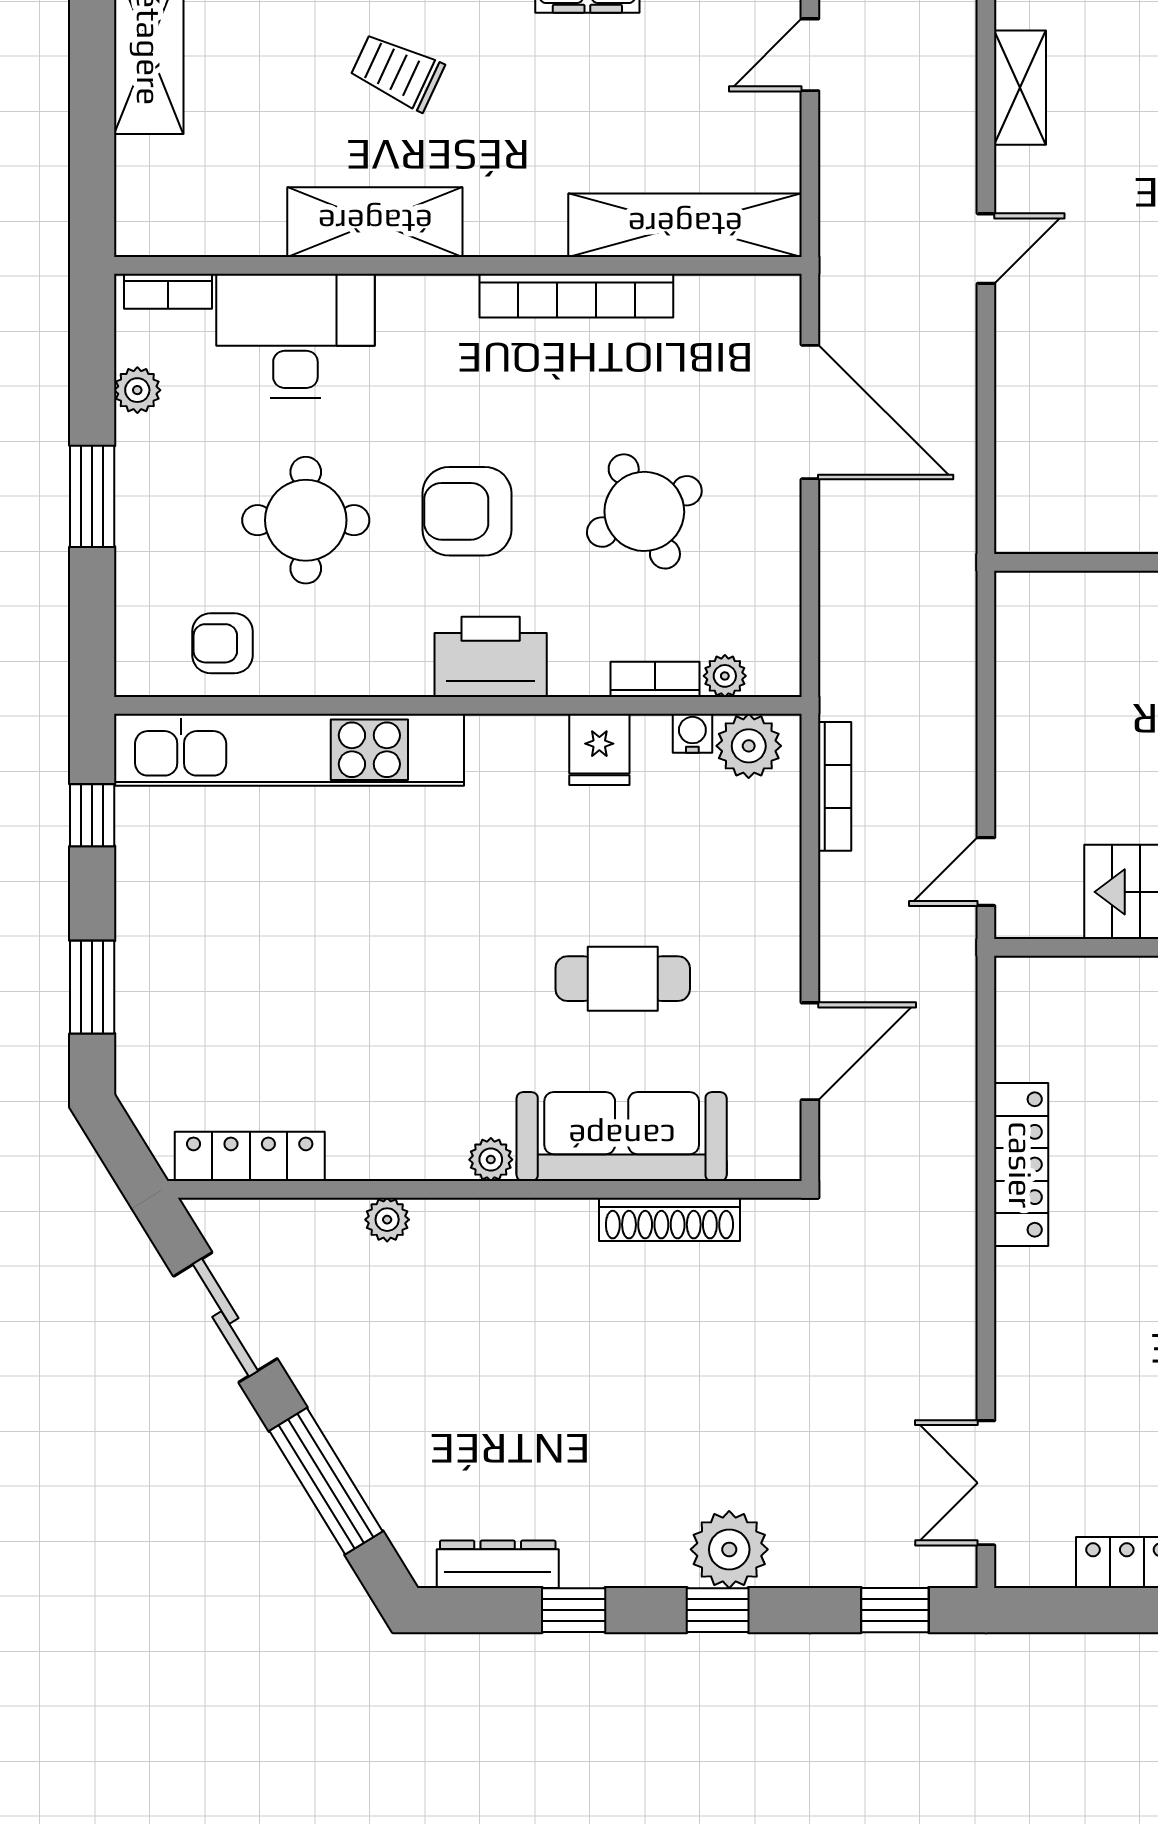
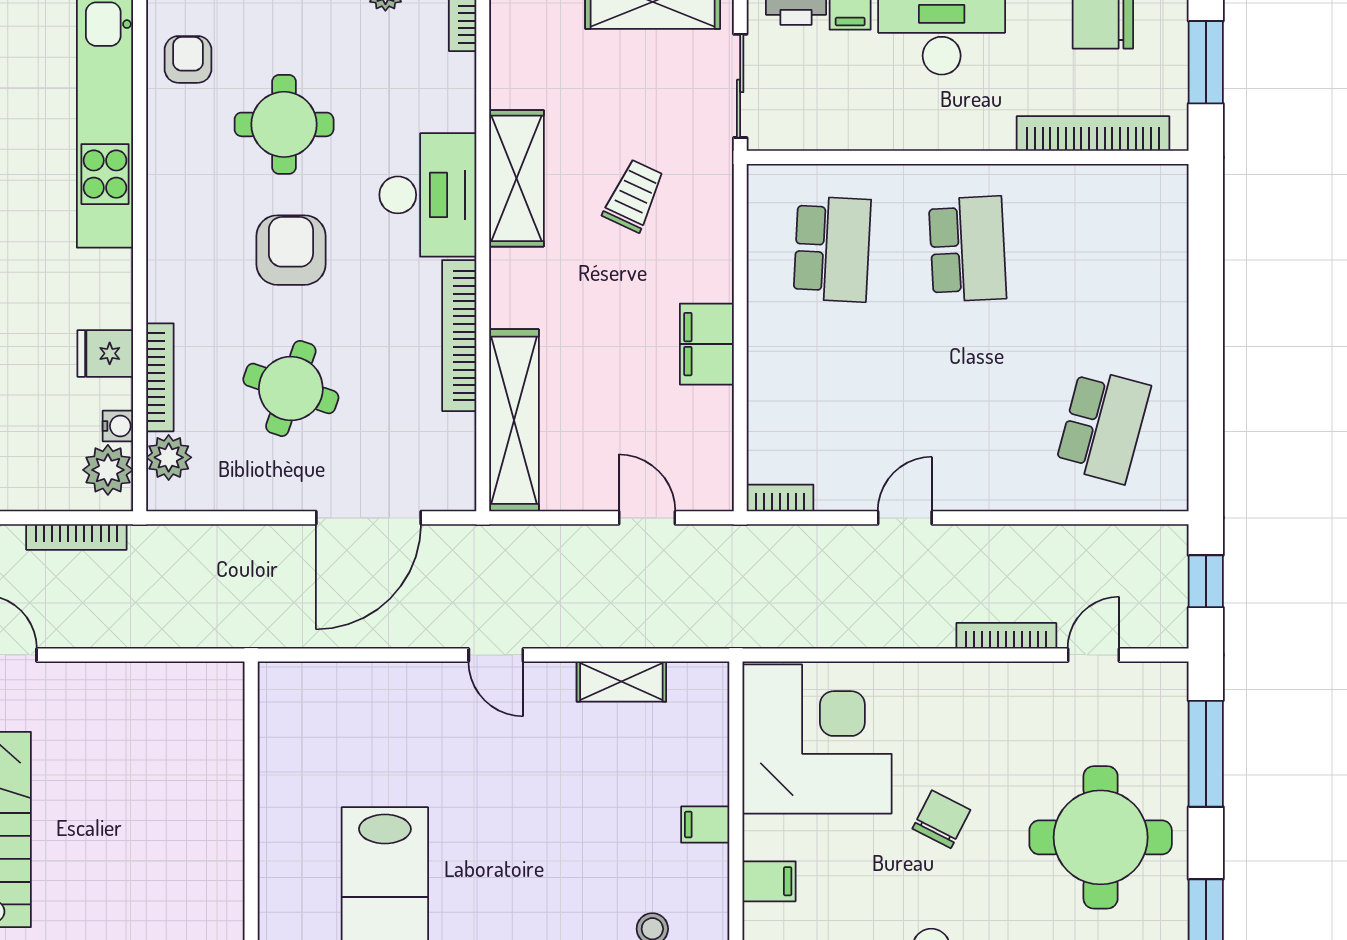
desk: (295, 336) -> (428, 195), moved
round table: (644, 511) -> (291, 388), turned 45
printer: (491, 657) -> (177, 269), removed
plant: (725, 676) -> (169, 457), width x1.38, depth x1.38
bookcase: (655, 679) -> (160, 377), width x1.56

